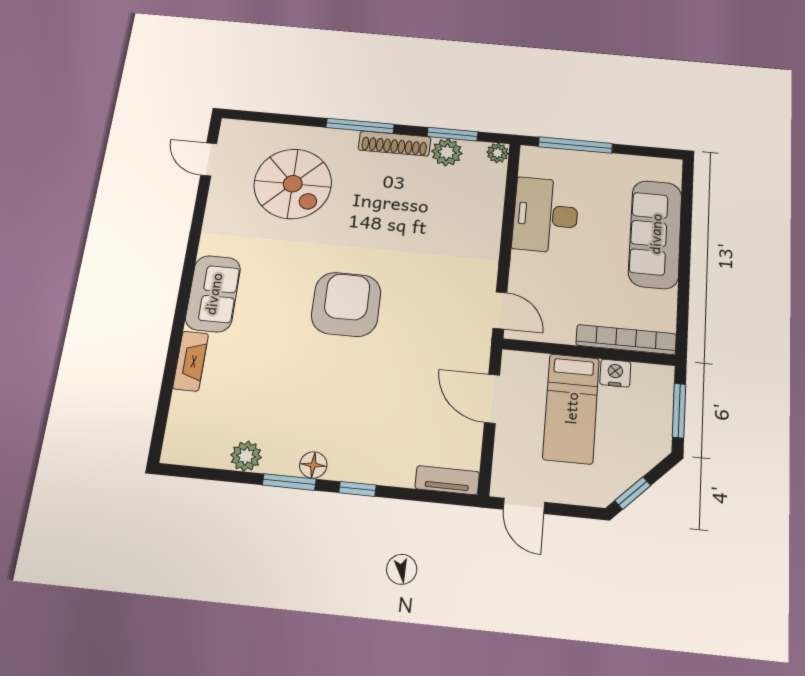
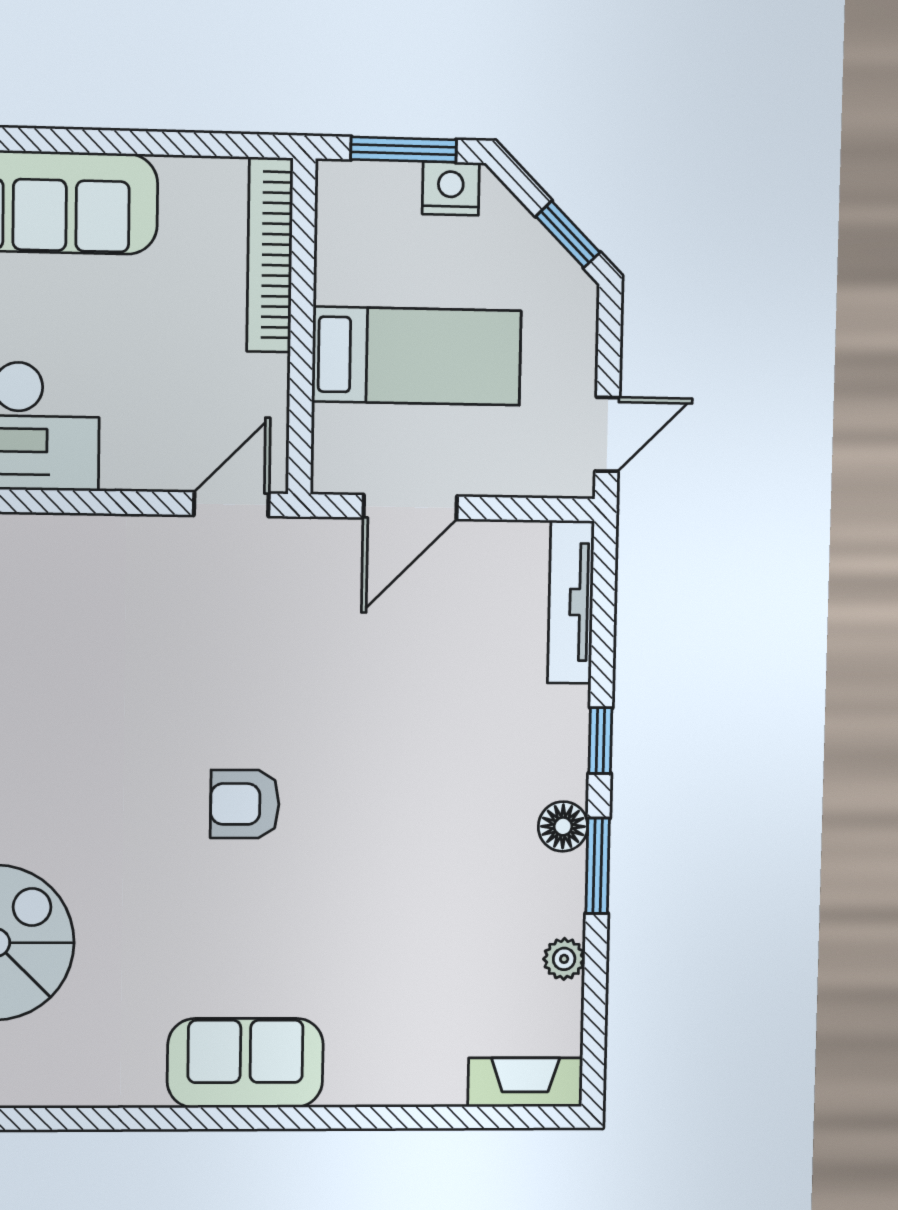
armchair: (346, 304) -> (245, 804), width x0.53, depth x0.53
fireplace: (191, 361) -> (525, 1082), moved
nightstand: (615, 373) -> (451, 188), moved, turned 90
plant: (246, 456) -> (564, 959), width x0.73, depth x0.73
tv unit: (447, 480) -> (571, 602), width x1.41

